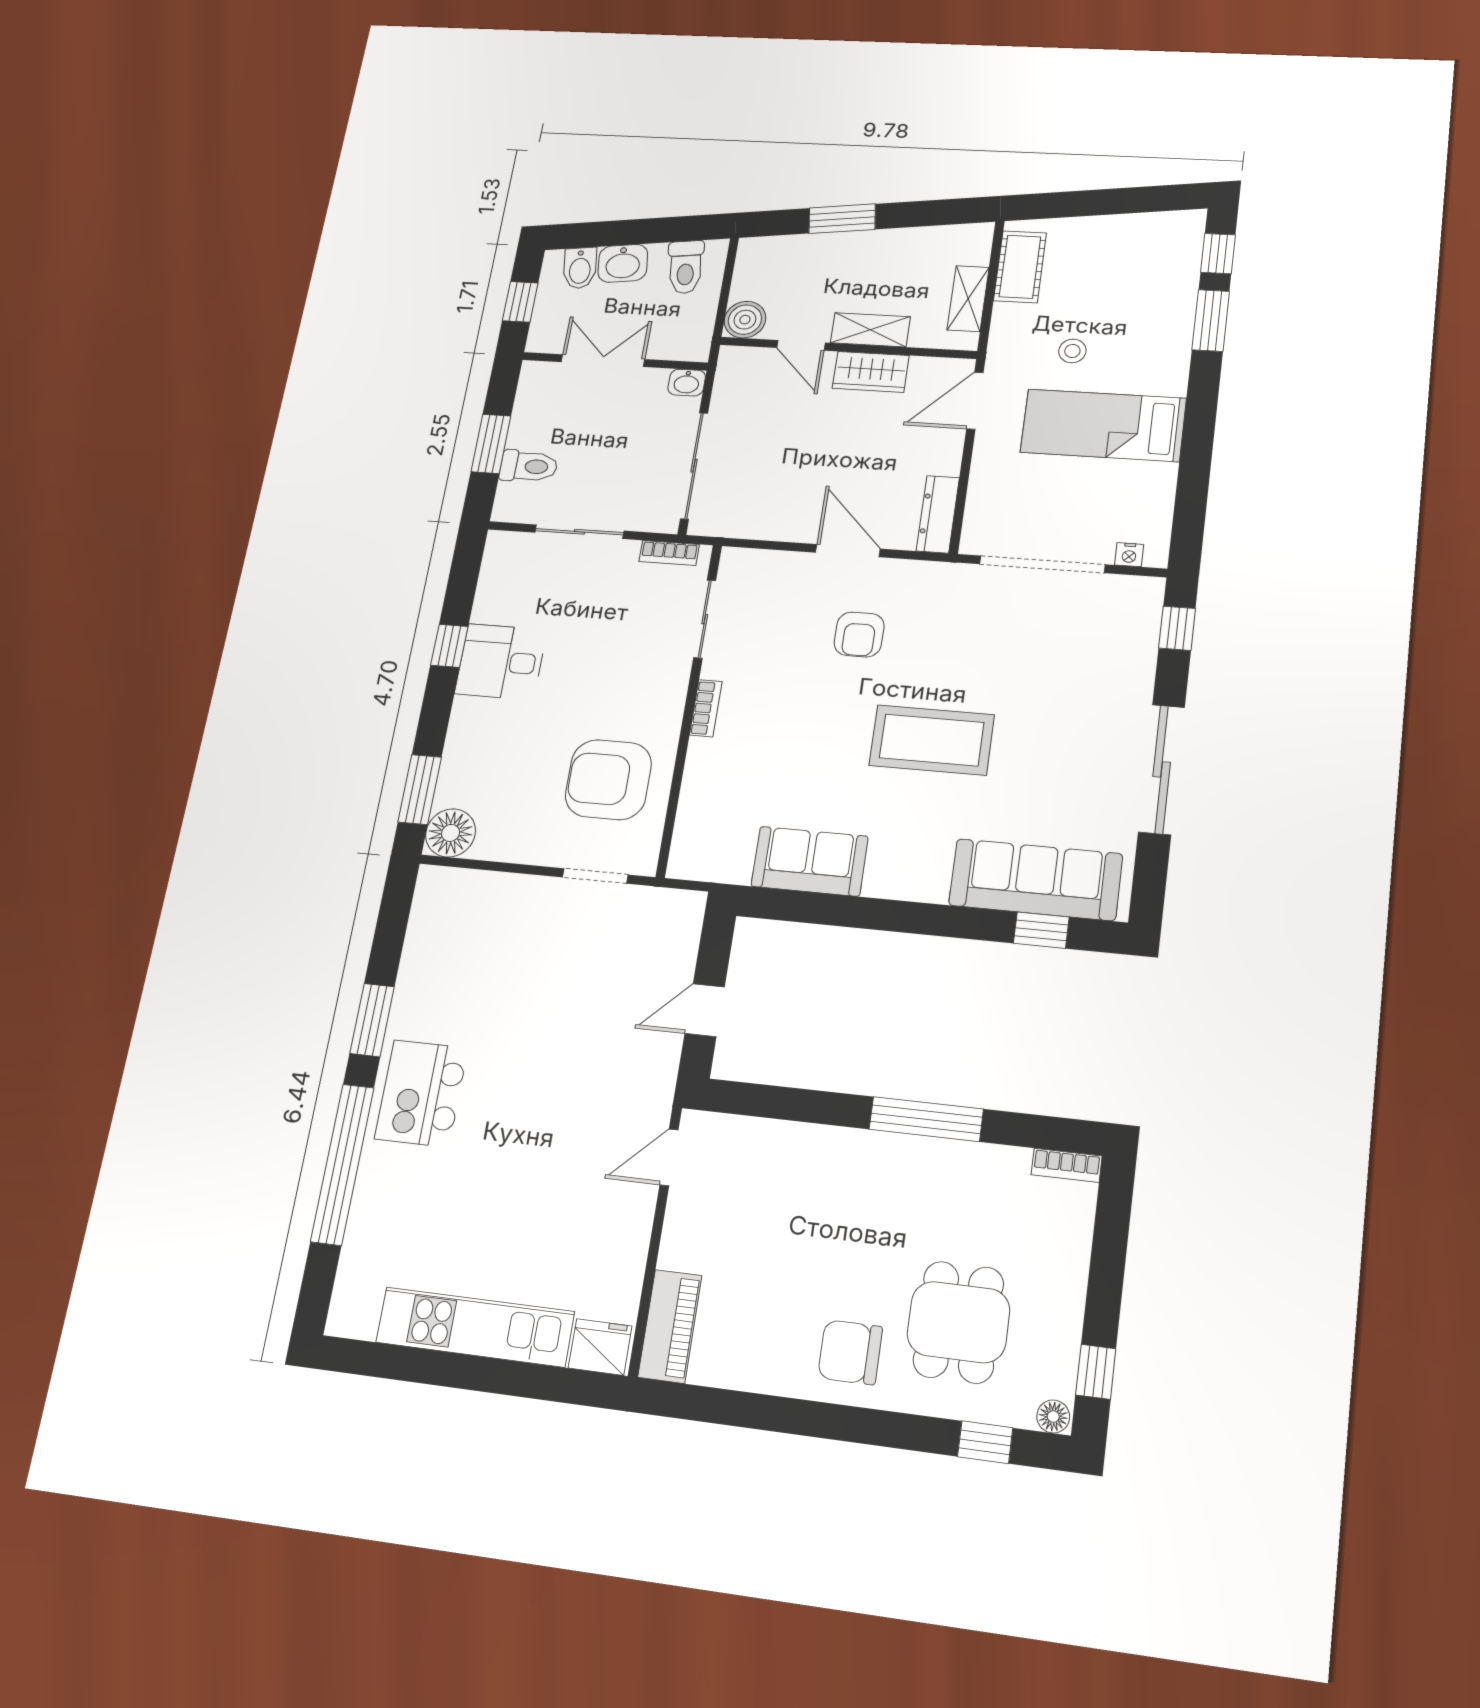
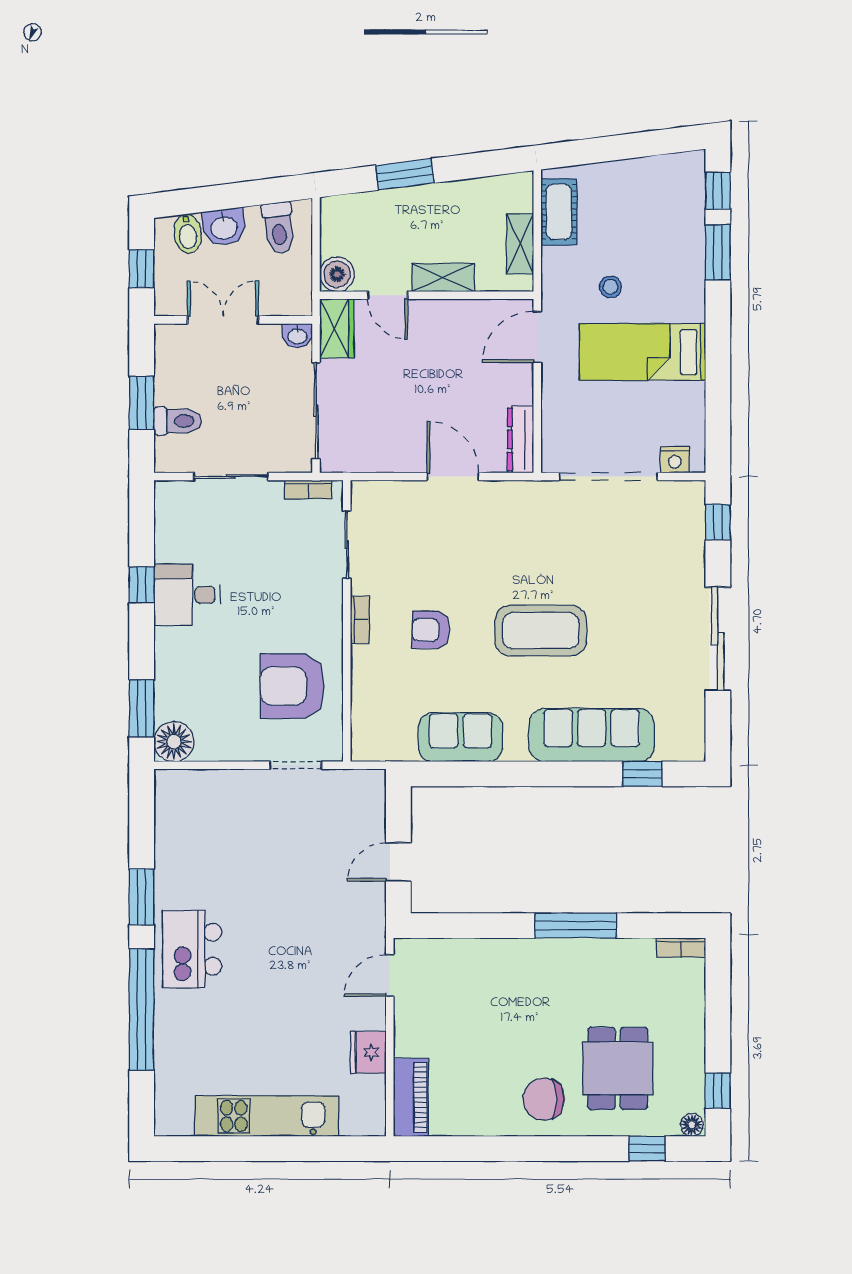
wardrobe: (871, 372) -> (337, 329), moved, turned -90
nightstand: (1129, 555) -> (675, 460), width x1.39, depth x1.35
armchair: (859, 634) -> (431, 630), moved, turned 91
sofa: (1036, 880) -> (592, 735), moved
fridge: (600, 1347) -> (368, 1052), moved, turned -90

